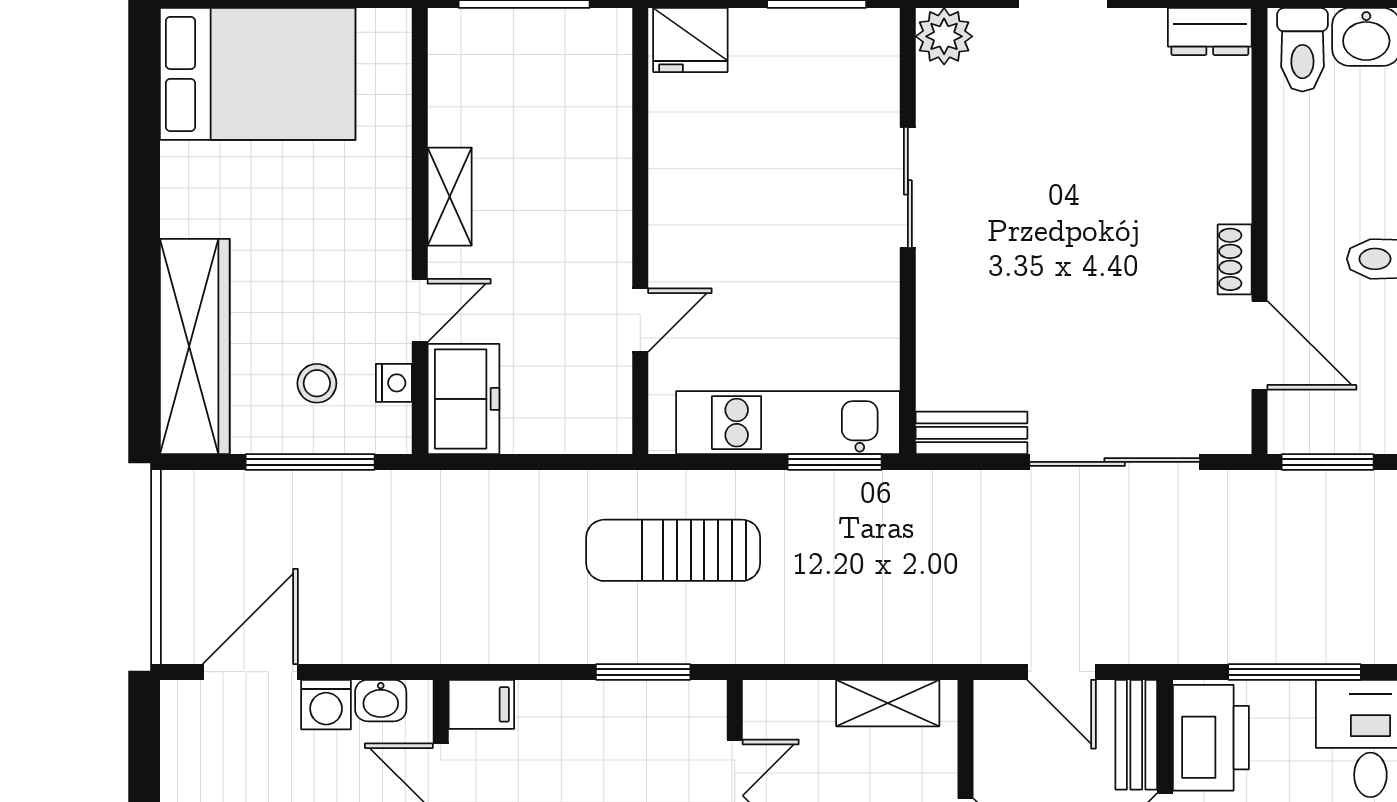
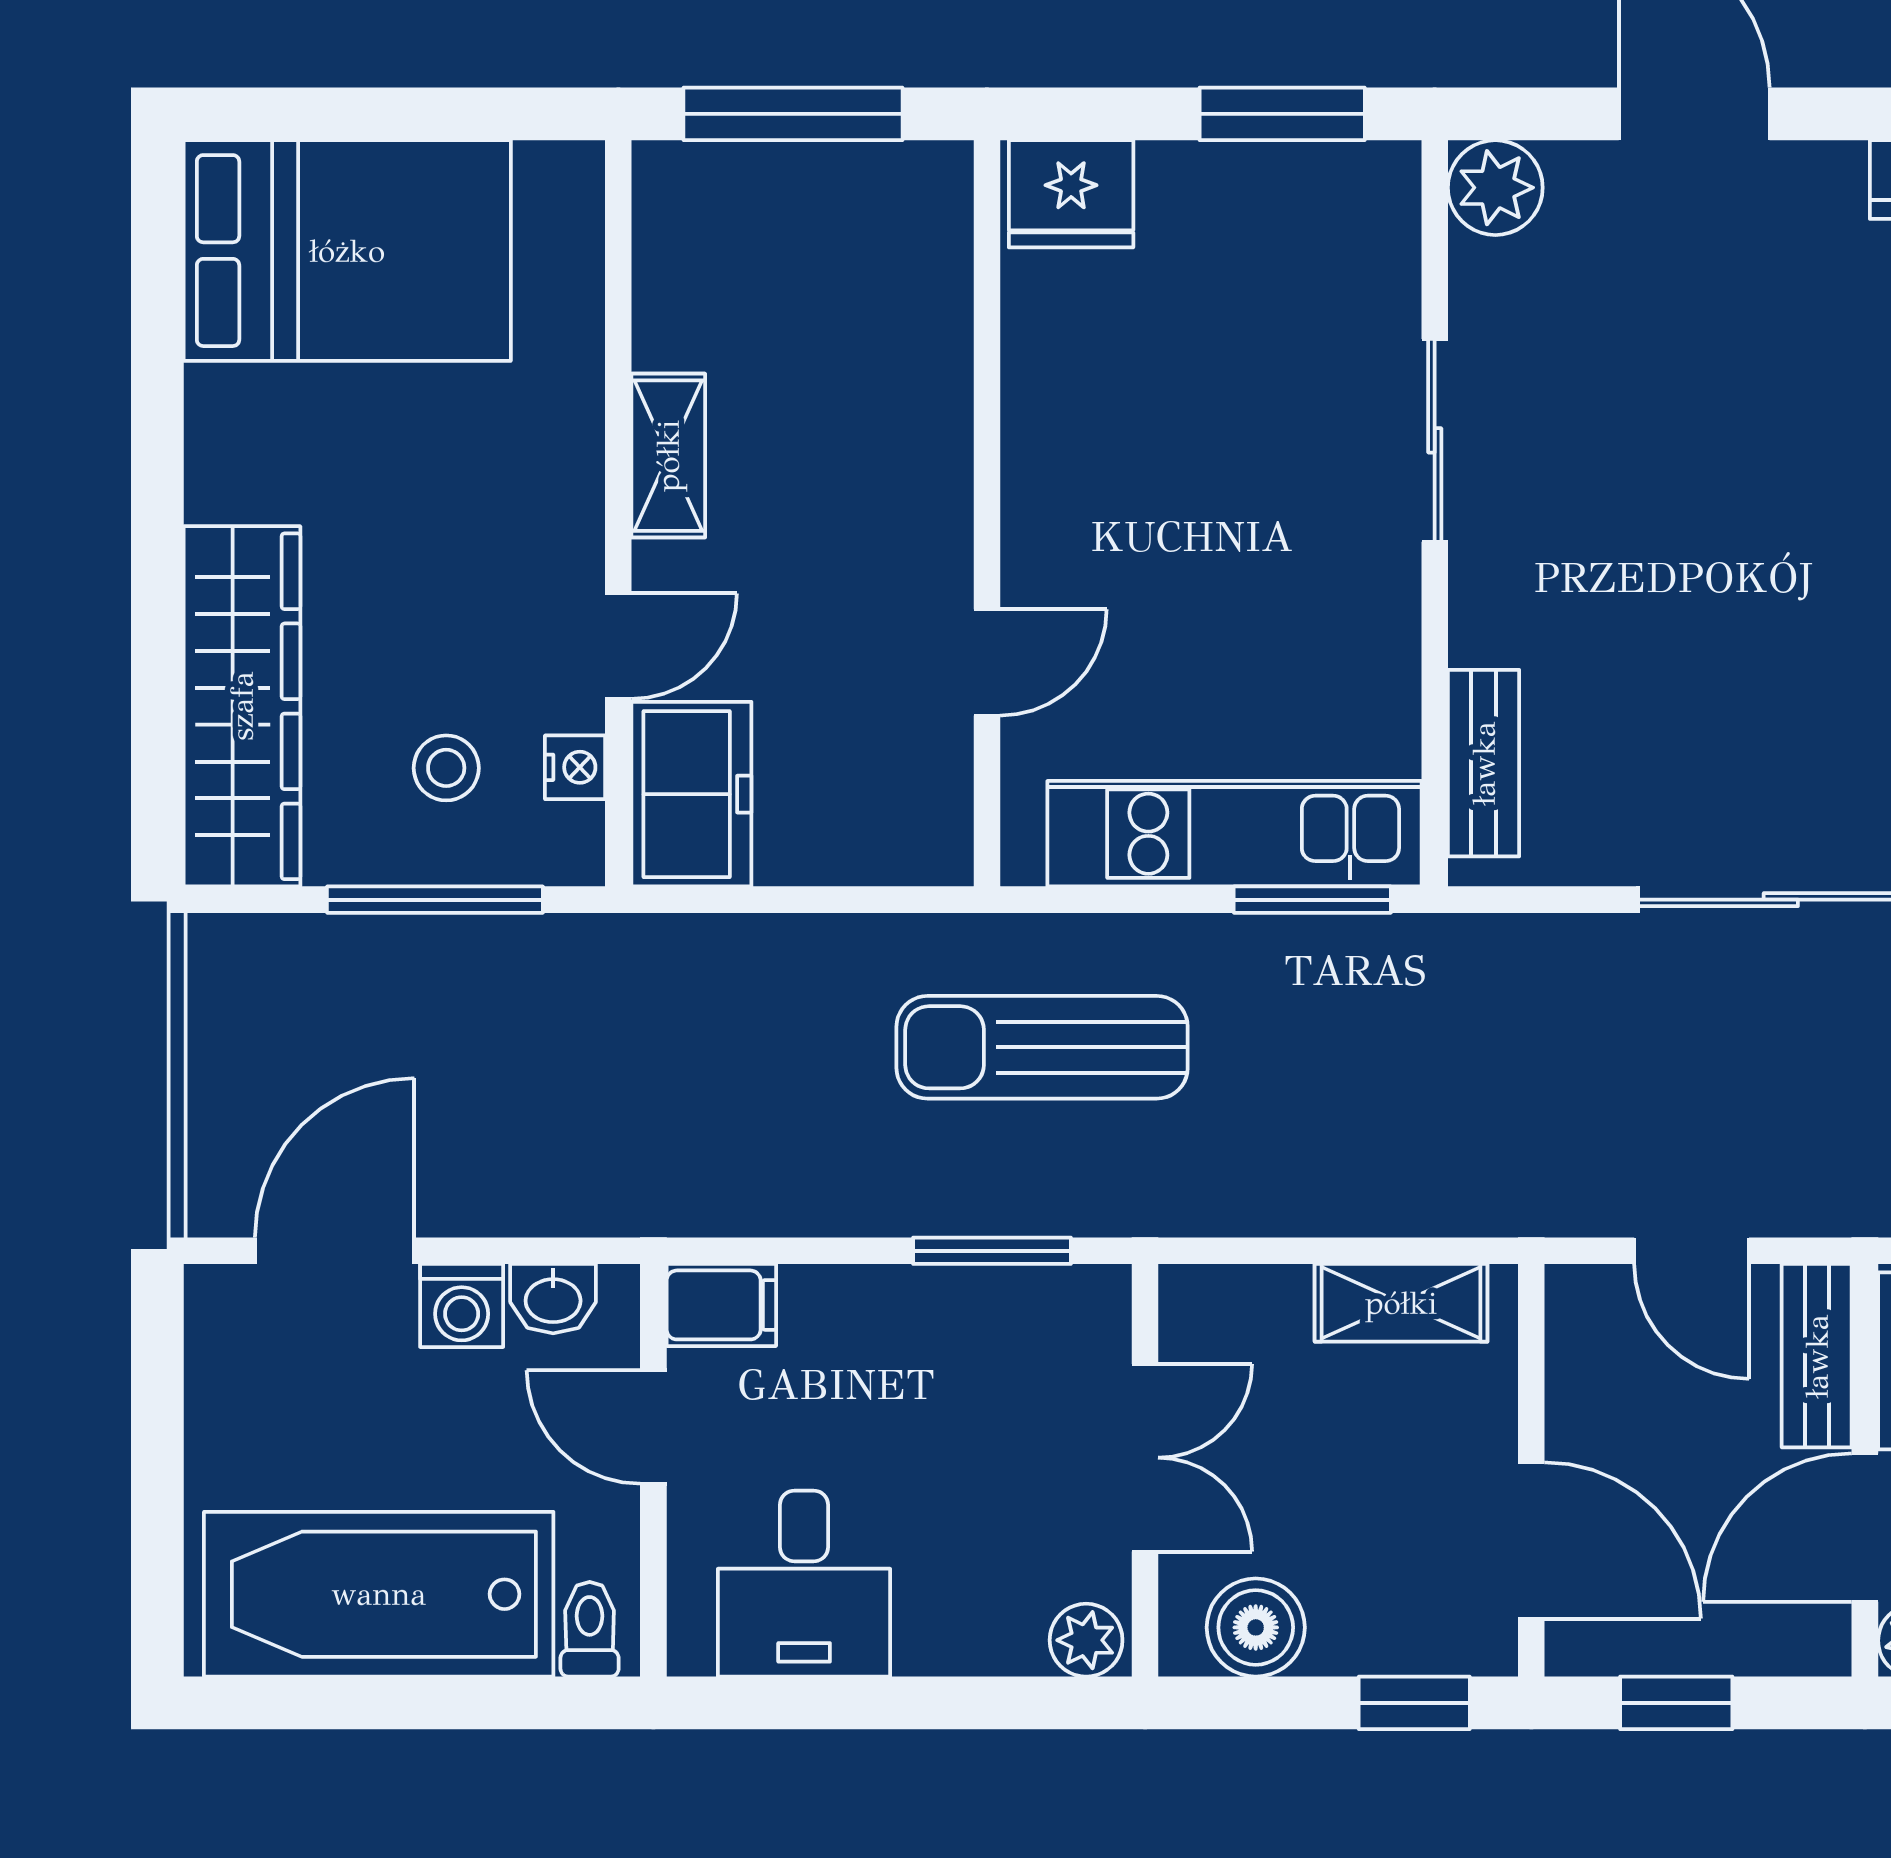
bench: (971, 433) -> (1484, 763), moved, turned 90

